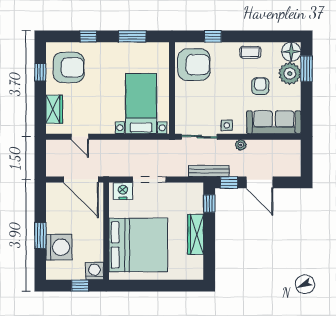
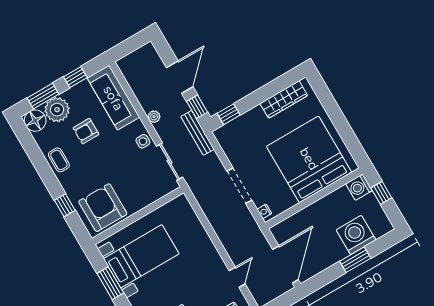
window: (307, 102) -> (75, 77), added
bed with nightstands: (141, 104) -> (141, 256), moved, turned 180
door: (81, 180) -> (285, 265), moved
nightstand: (123, 191) -> (264, 211), width x0.53, depth x0.56
wardrobe: (196, 234) -> (284, 100), moved

